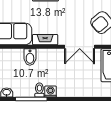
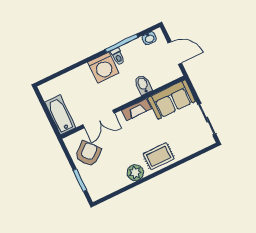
double door: (80, 47) -> (98, 119), swing flipped
washing machine: (50, 92) -> (103, 68), width x1.89, depth x1.89

